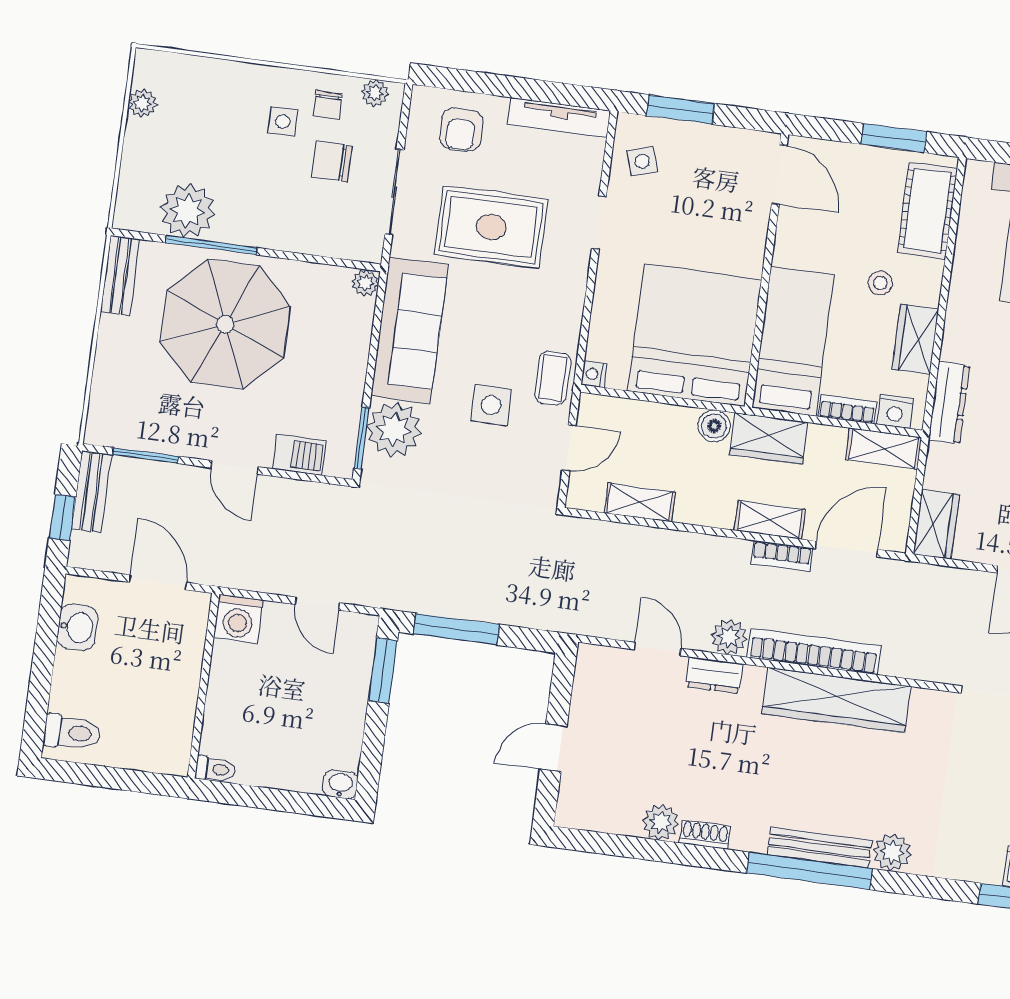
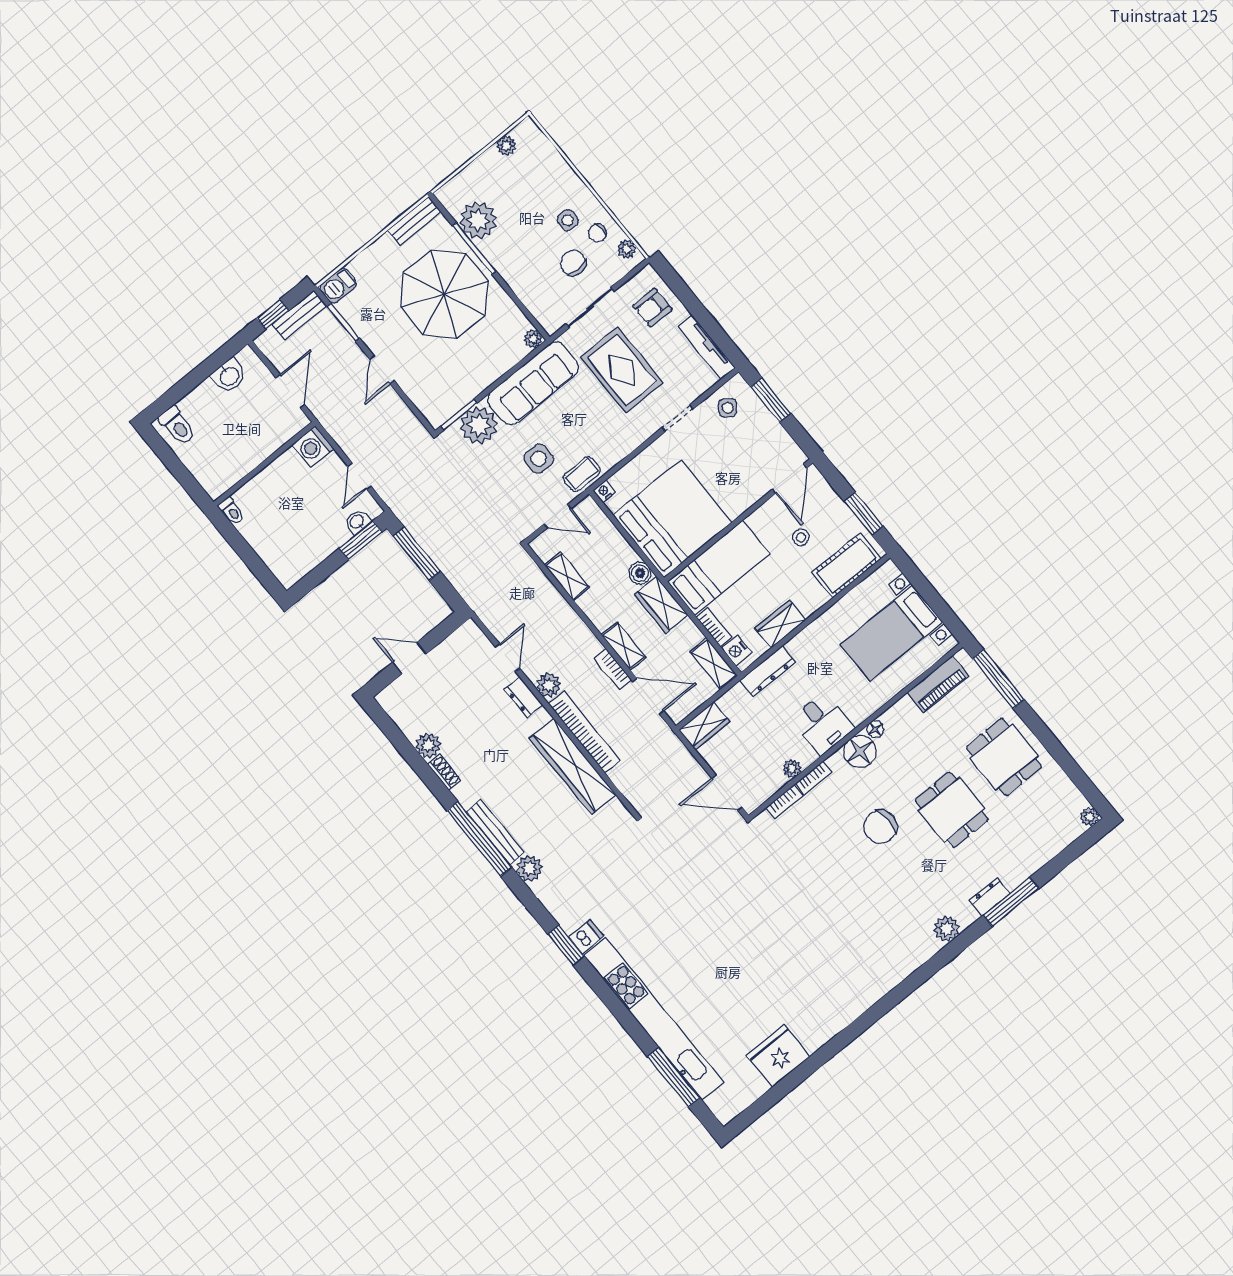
side table: (642, 161) -> (728, 408), turned -37
stool: (880, 283) -> (801, 537), moved
barbecue: (299, 455) -> (338, 286), moved, turned 90
washbasin: (340, 784) -> (357, 522), moved, turned -90

